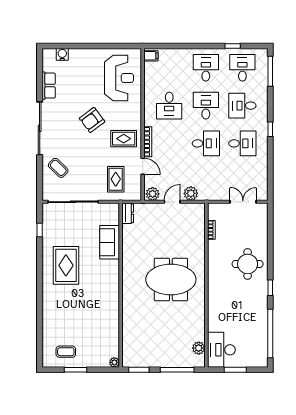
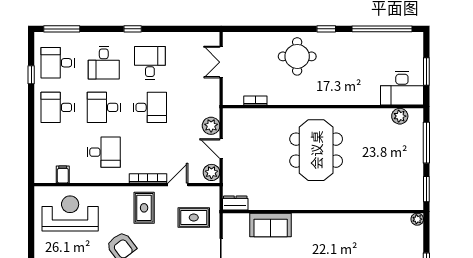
filing cabinet: (151, 56) -> (63, 175), moved
desk: (206, 143) -> (150, 107), turned 90

